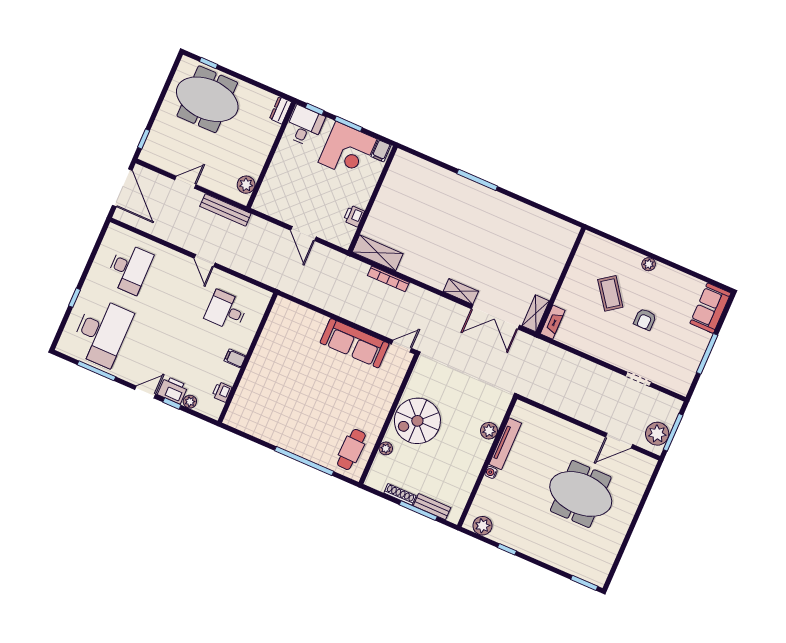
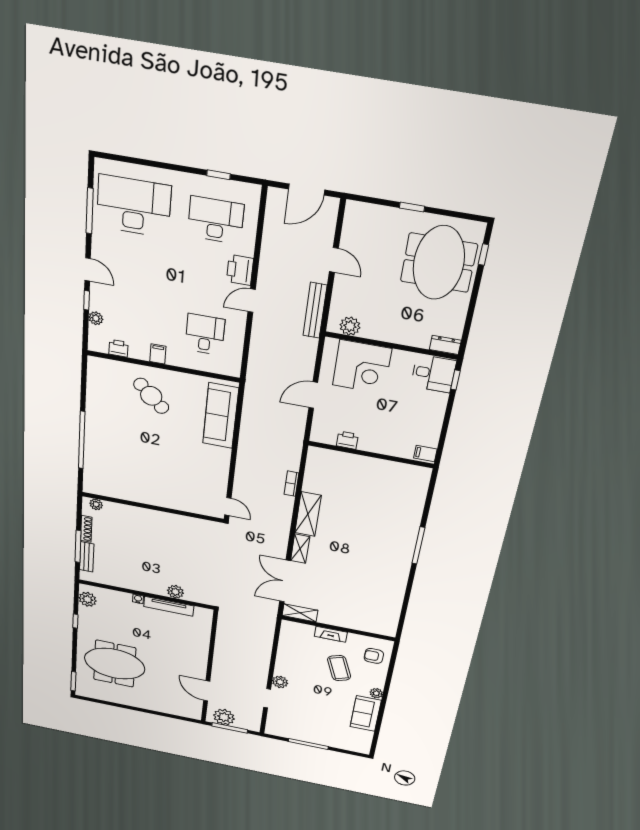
window: (348, 124) -> (447, 417), removed
window: (144, 139) -> (412, 207), moved
corner desk: (347, 151) -> (362, 367), moved, turned -90
door: (122, 188) -> (307, 189), width x0.73
shelving: (378, 253) -> (308, 514), moved
desk: (129, 268) -> (216, 220), turned 180
bookcase: (388, 279) -> (291, 484), width x0.64
coffee table: (610, 293) -> (339, 668), turned -75
window: (75, 298) -> (219, 175), moved
sofa: (710, 308) -> (366, 714), moved, turned -90
armchair: (645, 319) -> (374, 656), moved
fireplace: (553, 322) -> (331, 634), moved
desk: (102, 332) -> (134, 206), turned 180
sofa: (355, 343) -> (221, 416), moved
plant: (619, 359) -> (280, 682), added
printer: (173, 390) -> (240, 270), moved, turned 180
spiral stairs: (417, 421) -> (161, 532), removed
plant: (386, 448) -> (96, 504), moved
cafe table: (351, 449) -> (151, 396), moved, turned 42
meeting table: (581, 494) -> (115, 664), moved, turned 90

